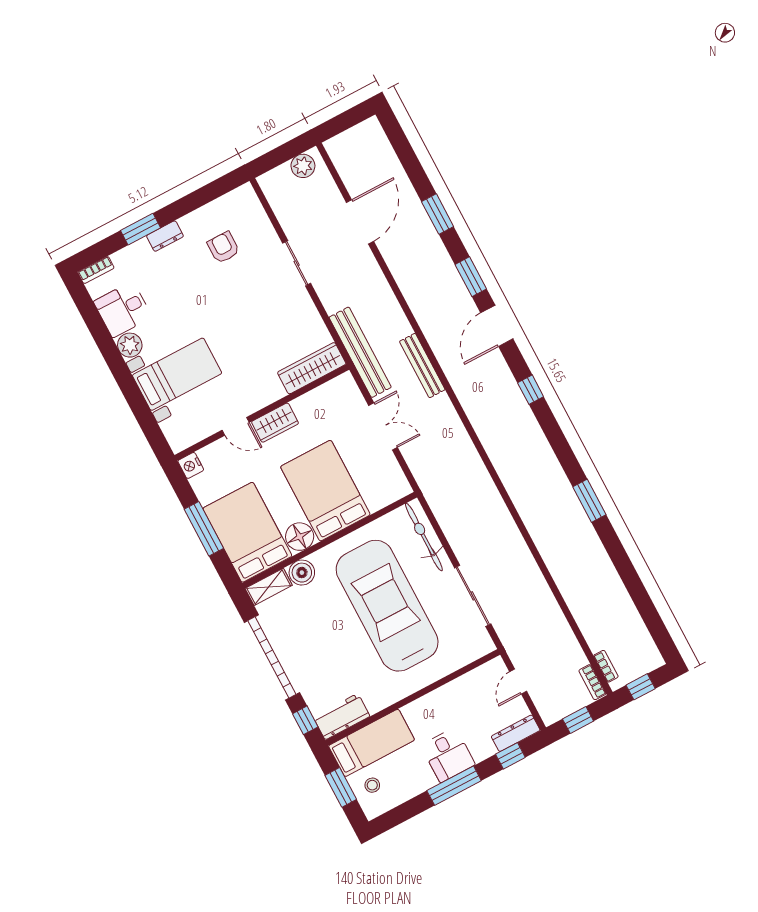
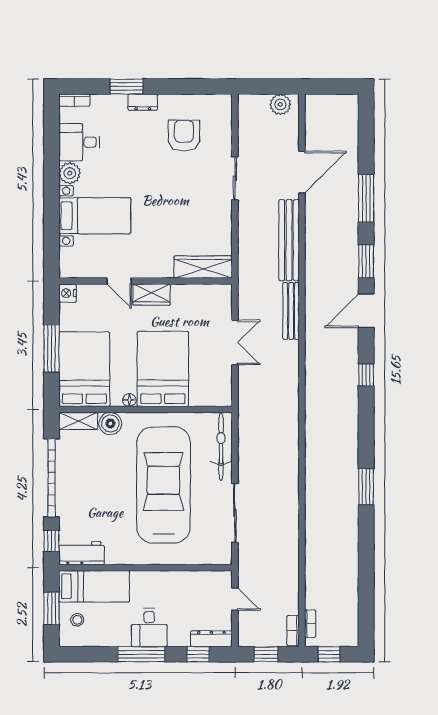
window: (438, 214) -> (366, 198), width x1.44
armchair: (223, 247) -> (184, 135), width x1.38, depth x1.38
bench: (360, 352) -> (289, 240), moved
floor lamp: (300, 537) -> (129, 400), width x0.53, depth x0.53
door: (518, 682) -> (235, 599), swing flipped

